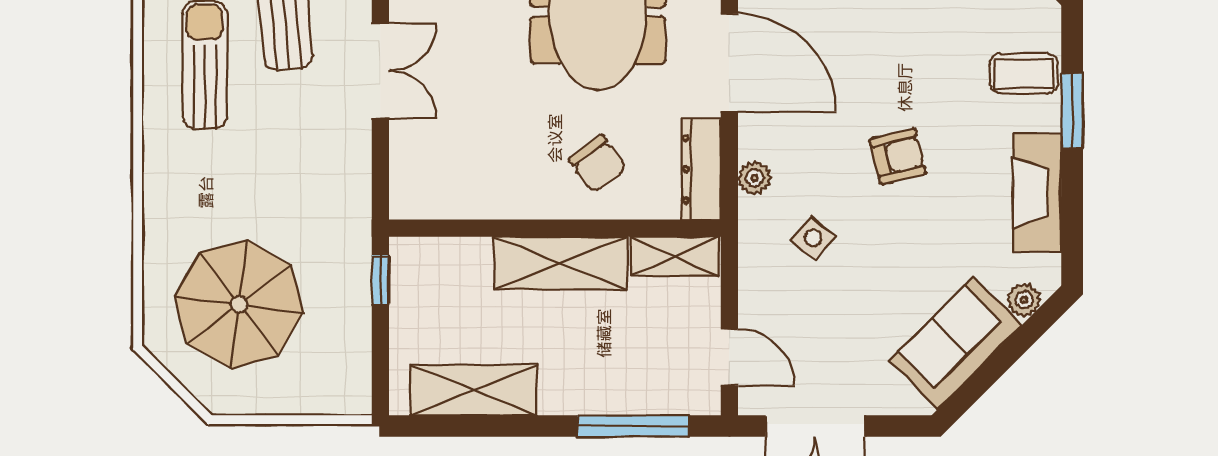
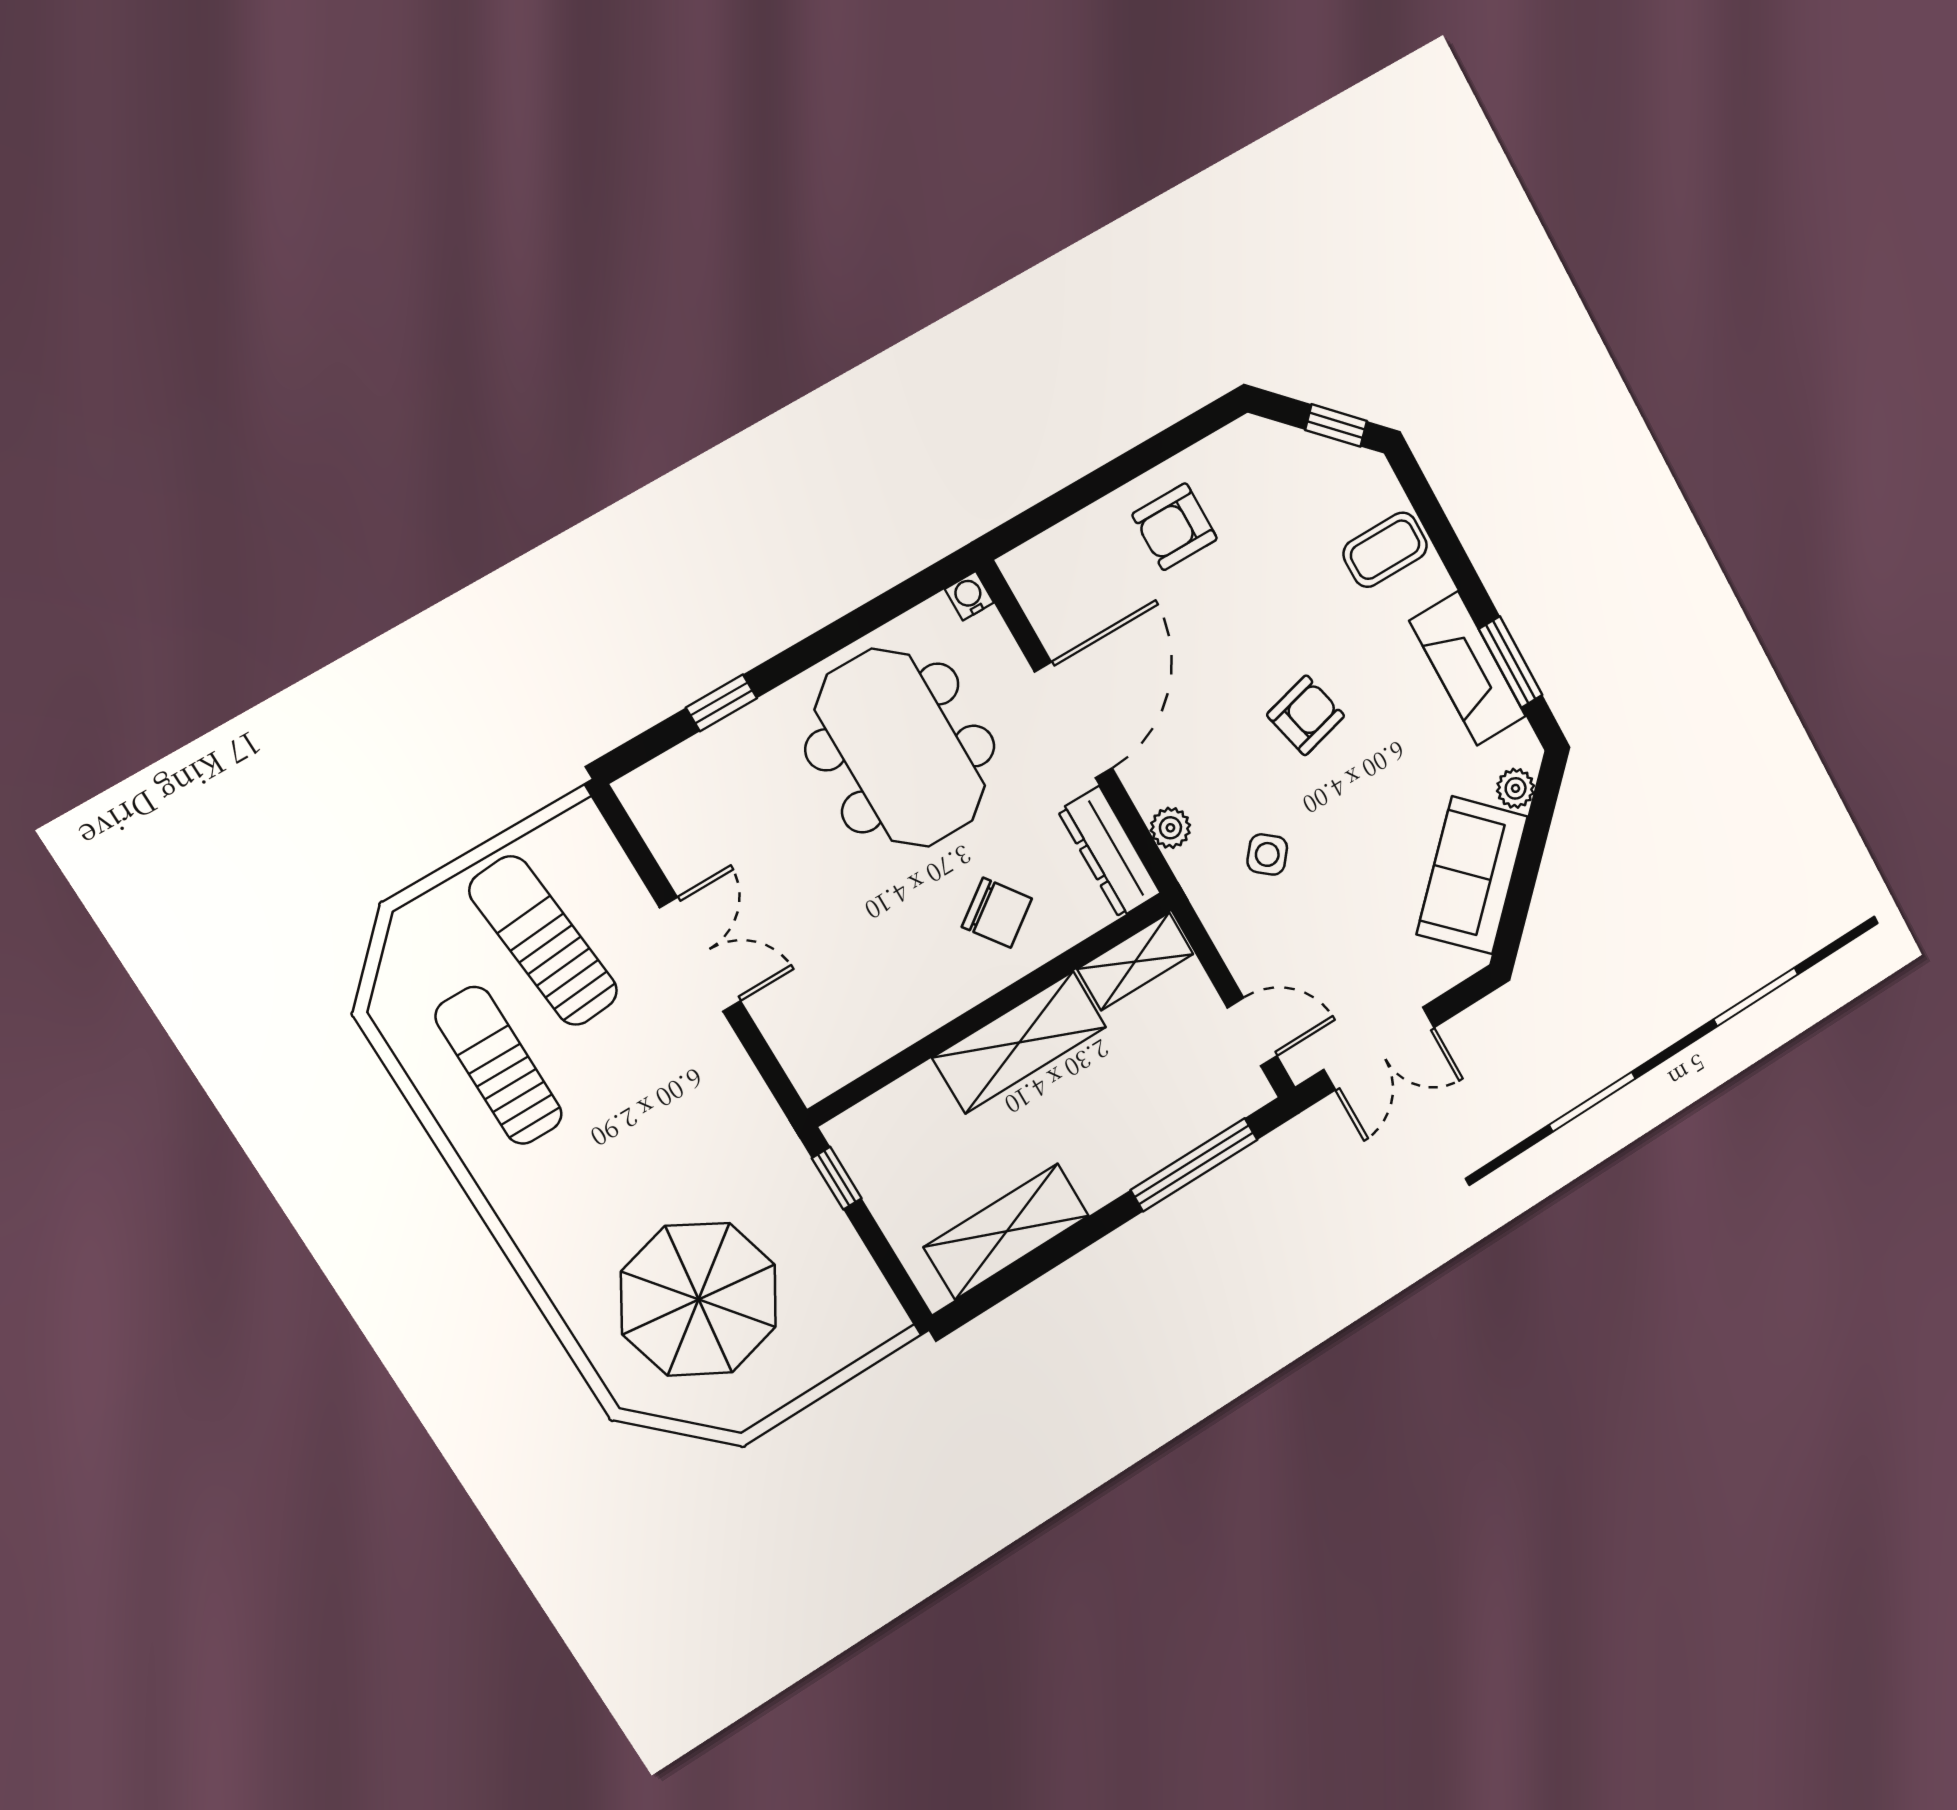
door: (729, 63) -> (1073, 720), hinge flipped
window: (1072, 111) -> (1511, 662), moved

